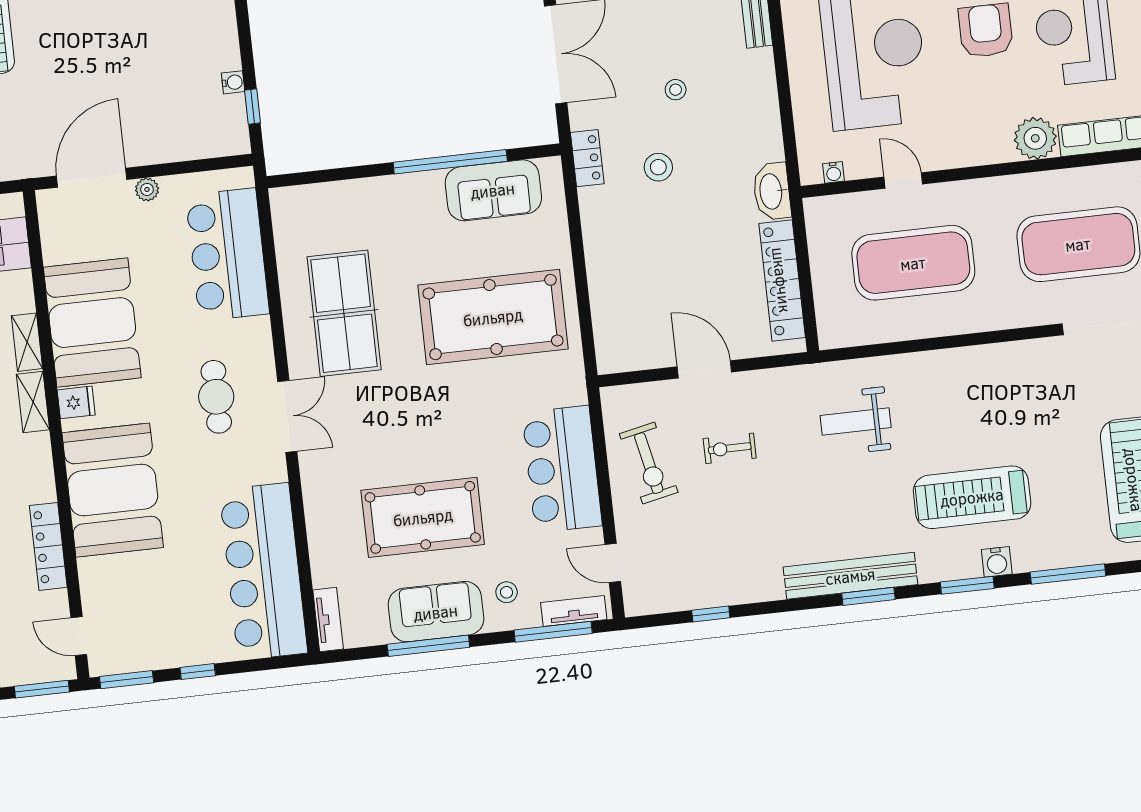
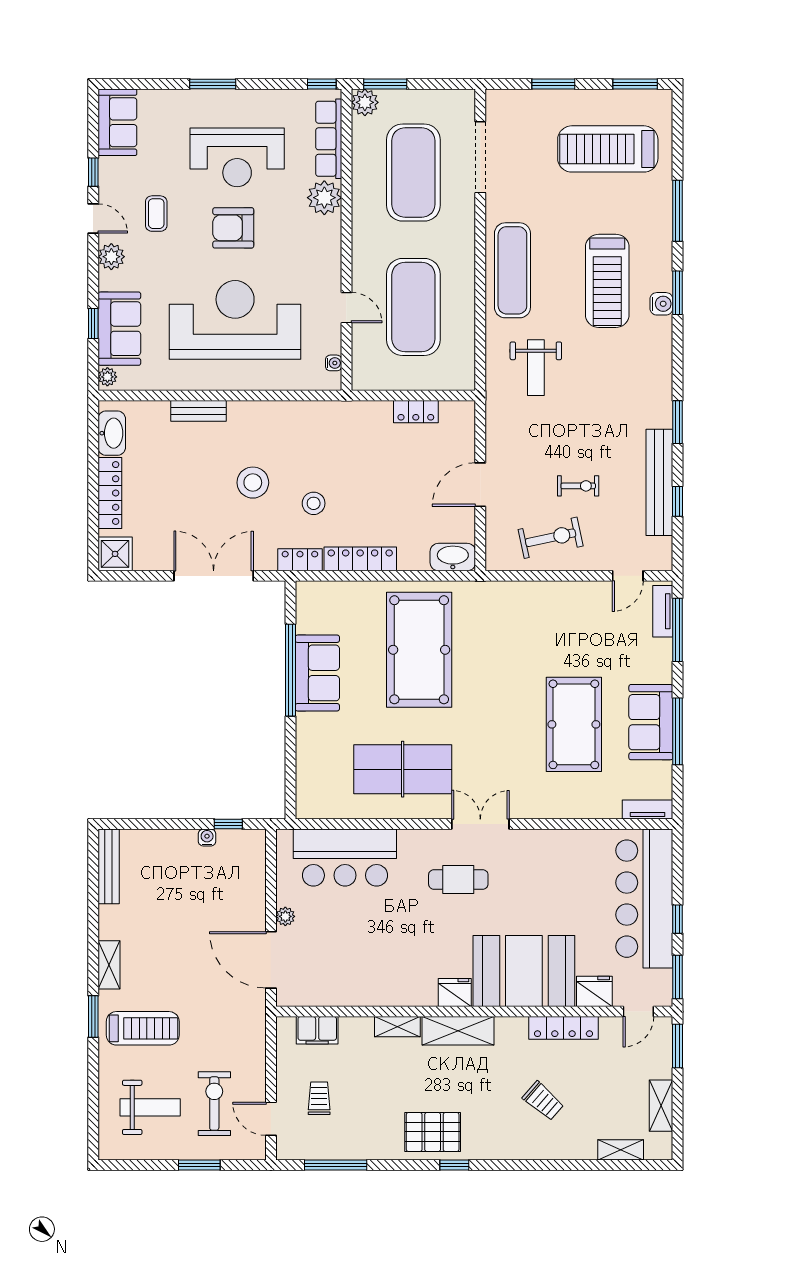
stool: (676, 90) -> (253, 483), width x1.89, depth x1.89
door: (903, 181) -> (346, 308), swing flipped
sofa: (493, 190) -> (317, 673), moved
washbasin: (772, 191) -> (453, 557), moved, turned 180
locker: (596, 232) -> (360, 559), added
locker: (782, 280) -> (416, 412), width x0.46, depth x0.83
booth: (92, 323) -> (387, 972), removed
exercise mat: (972, 379) -> (512, 270), added
shelving: (33, 402) -> (458, 1031), width x1.50, depth x1.33
fridge: (76, 402) -> (455, 993), width x1.38
exercise bike: (730, 448) -> (578, 486), moved, turned -90
bar counter: (562, 469) -> (548, 608), removed
water cooler: (997, 562) -> (661, 304), moved
bar counter: (263, 572) -> (644, 899), moved, turned 90
bench: (850, 576) -> (659, 482), moved
fridge: (97, 579) -> (594, 991), added
stool: (507, 592) -> (642, 664), removed
window: (868, 596) -> (678, 422), moved

